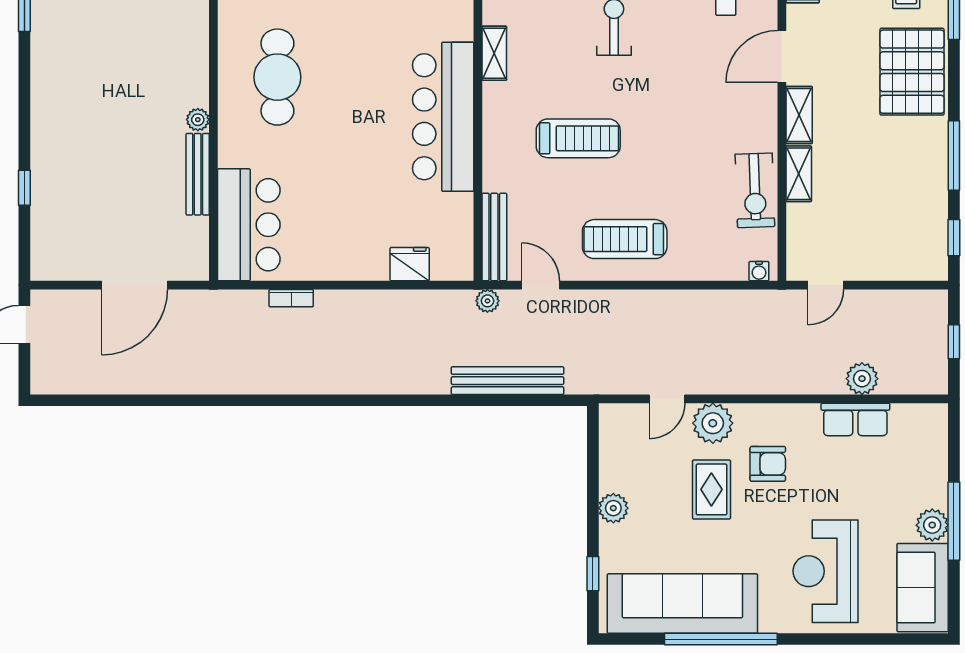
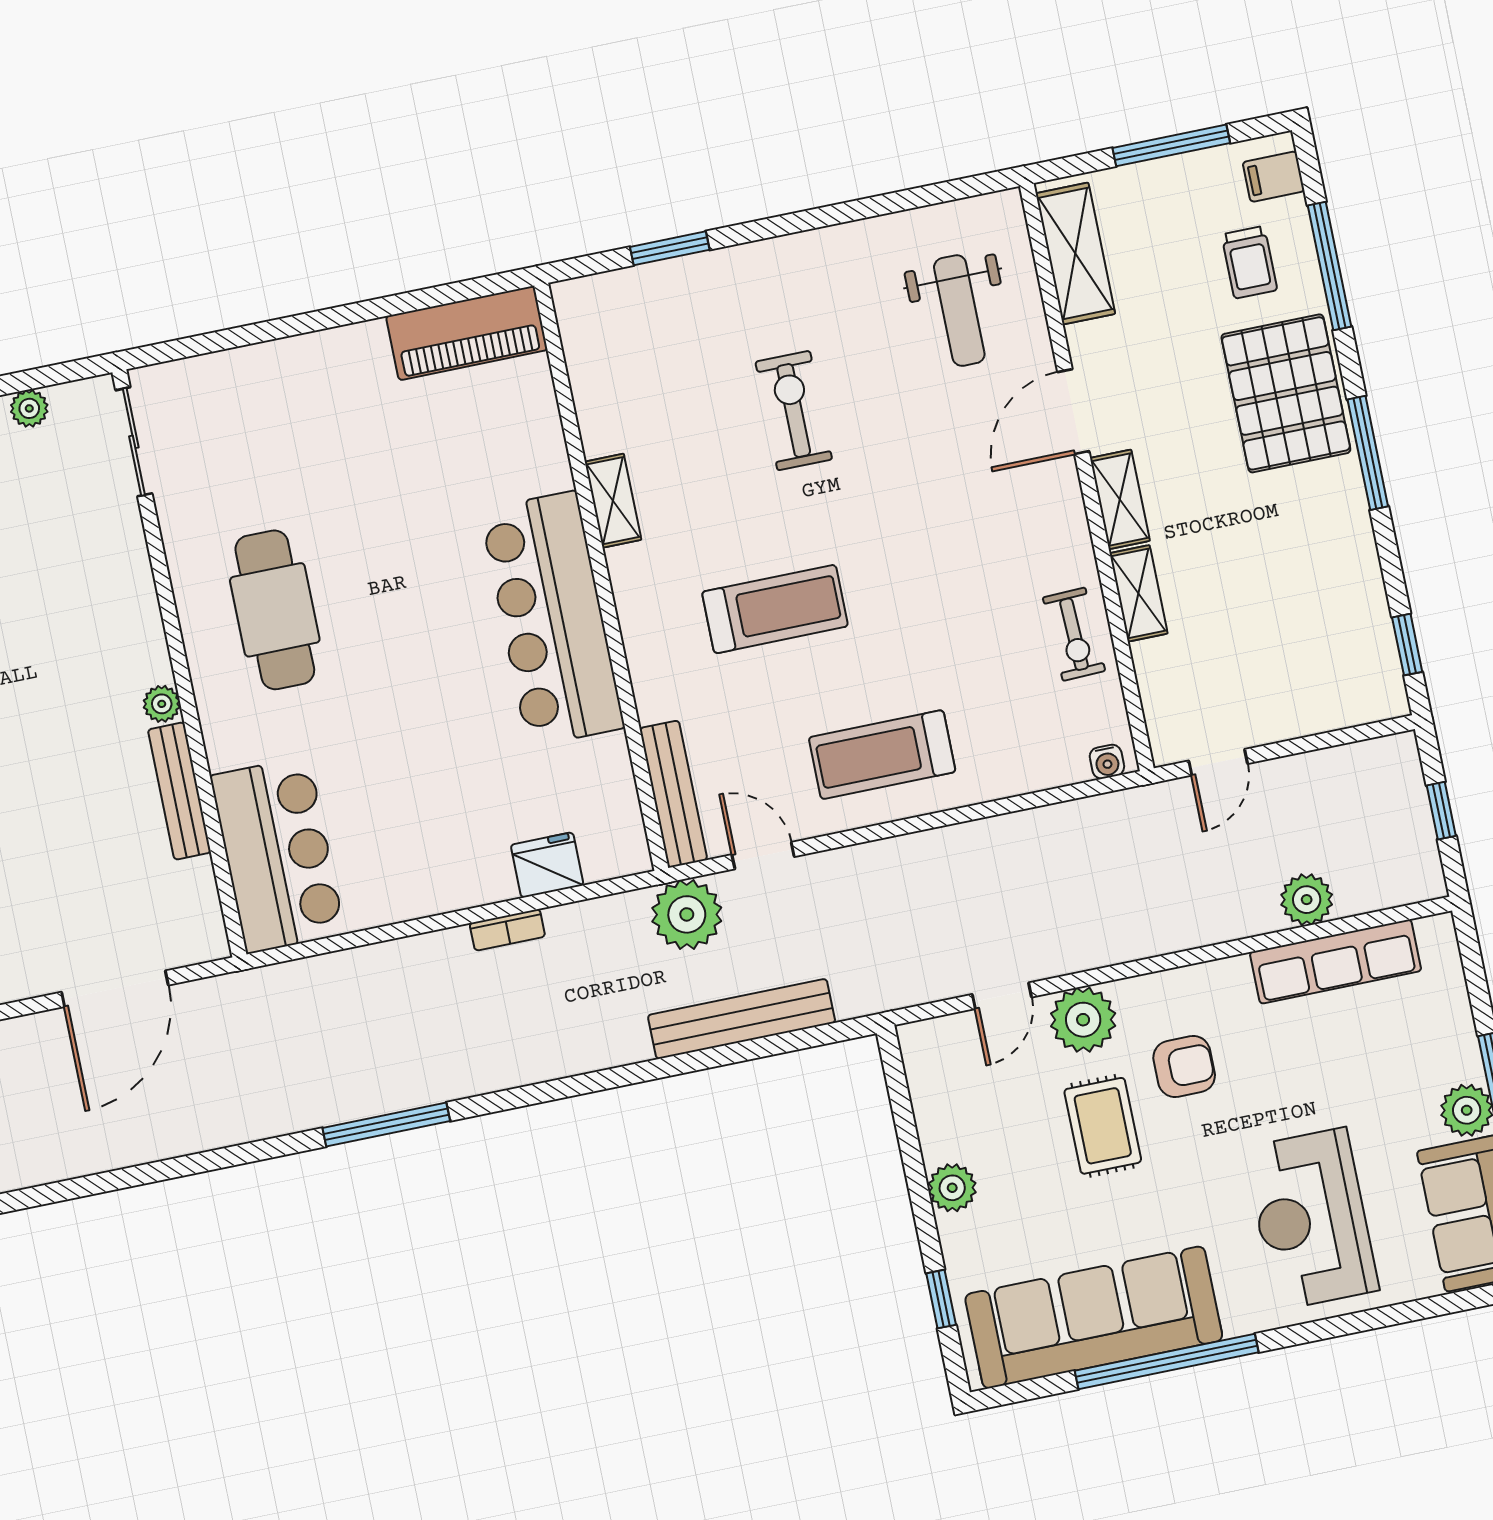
window: (954, 156) -> (1368, 453), moved
exercise bike: (755, 190) -> (1074, 634), width x0.73, depth x0.72
bookcase: (291, 298) -> (507, 930), moved
plant: (487, 301) -> (687, 914), width x1.88, depth x1.88
window: (281, 400) -> (386, 1124), added
row of seats: (855, 419) -> (1336, 962), width x1.48

